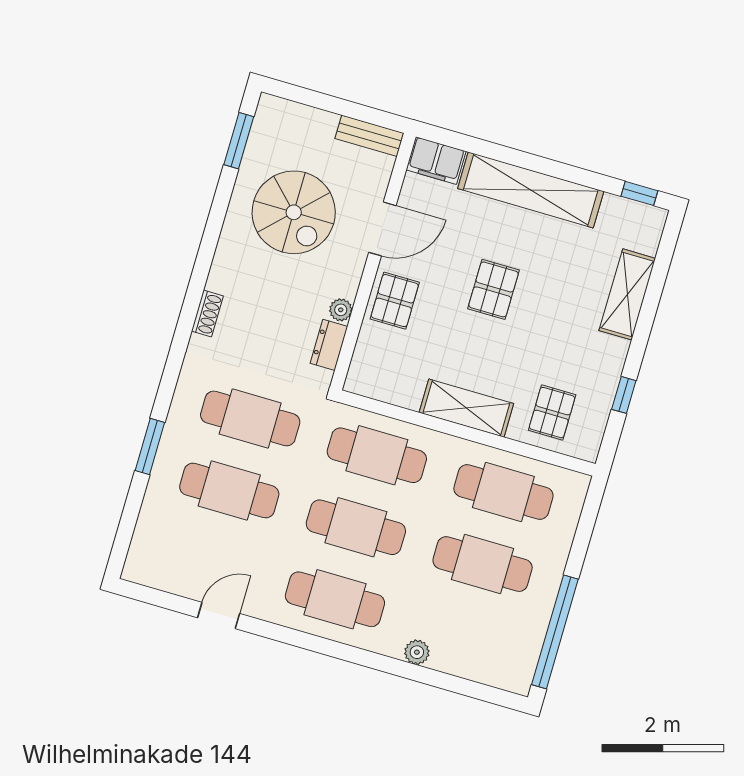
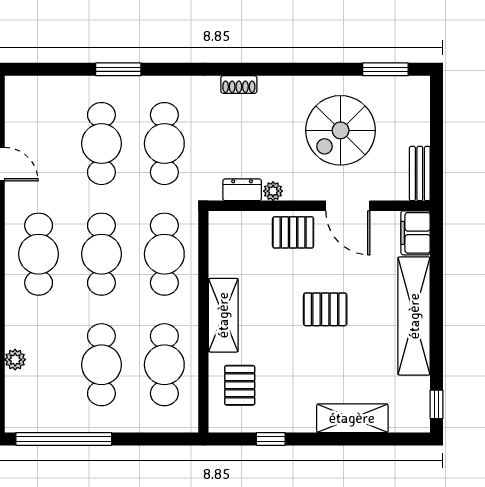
pallet: (552, 413) -> (240, 385), turned 90
plant: (417, 652) -> (15, 360), moved

